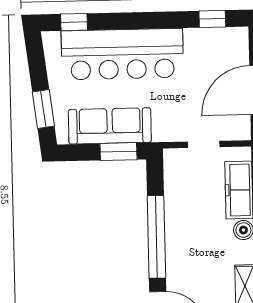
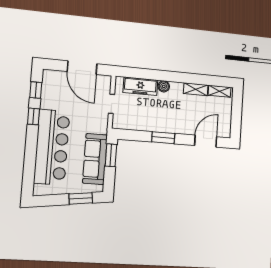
window: (74, 22) -> (34, 116), moved
window: (156, 237) -> (163, 138), width x0.47

